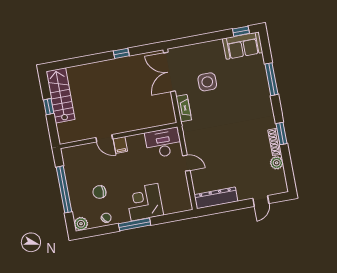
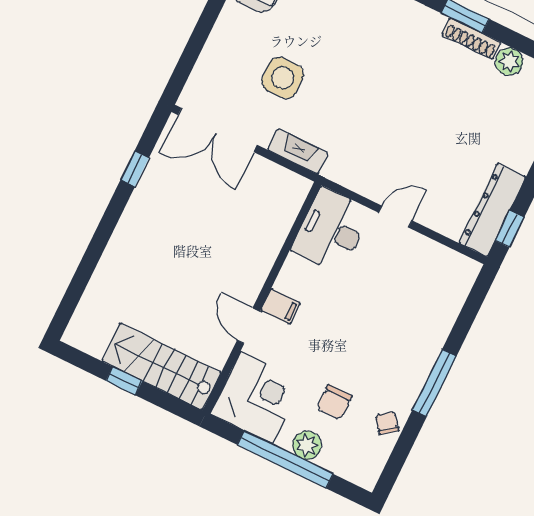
window: (121, 53) -> (135, 169), moved
stairs: (60, 95) -> (161, 367), moved
door: (104, 138) -> (248, 326), swing flipped
corner desk: (144, 202) -> (257, 398), moved, turned 180
window: (214, 210) -> (510, 229), added
plant: (81, 224) -> (307, 445), moved

